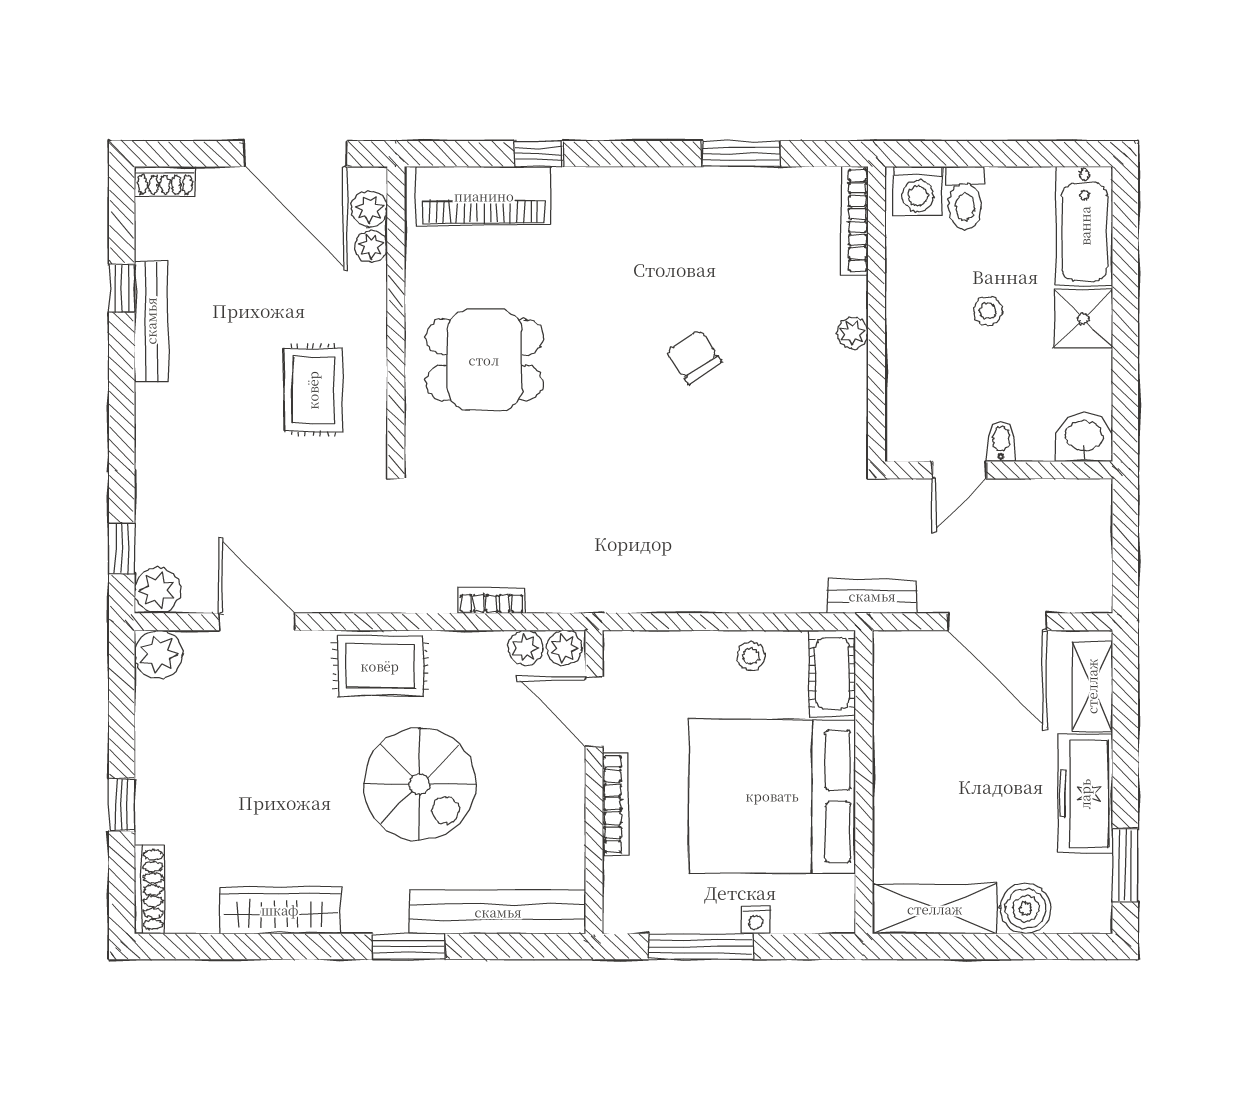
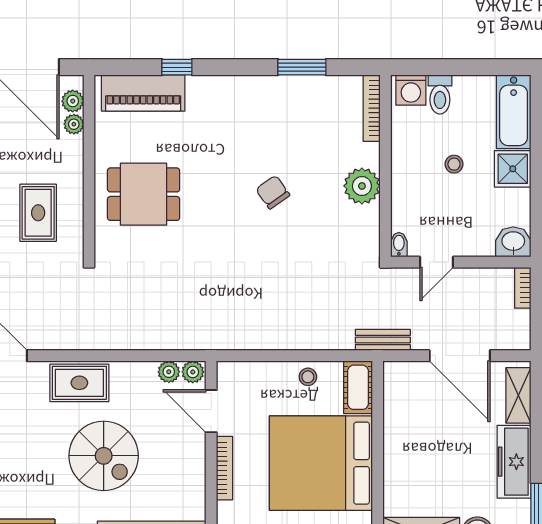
plant: (852, 333) -> (362, 186), width x1.87, depth x1.87
bidet: (1001, 442) -> (399, 245), moved
bookcase: (492, 600) -> (523, 288), moved, turned -90

